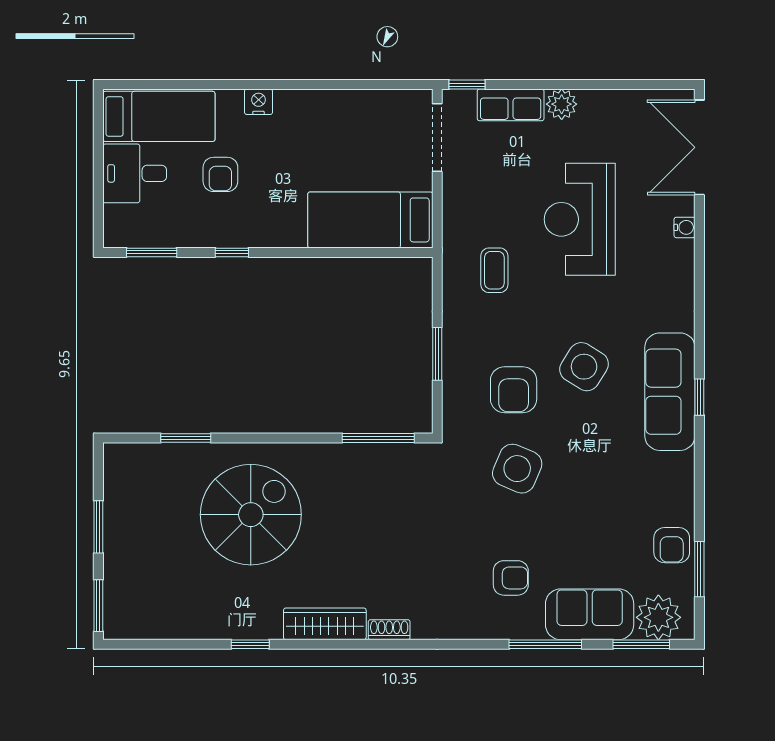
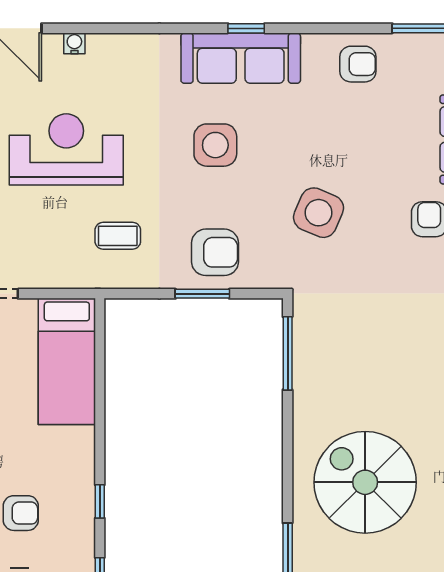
reception desk: (580, 219) -> (66, 149), turned 180
side table: (584, 367) -> (215, 145), turned -32
armchair: (514, 390) -> (215, 252), moved
armchair: (672, 545) -> (358, 64), moved

